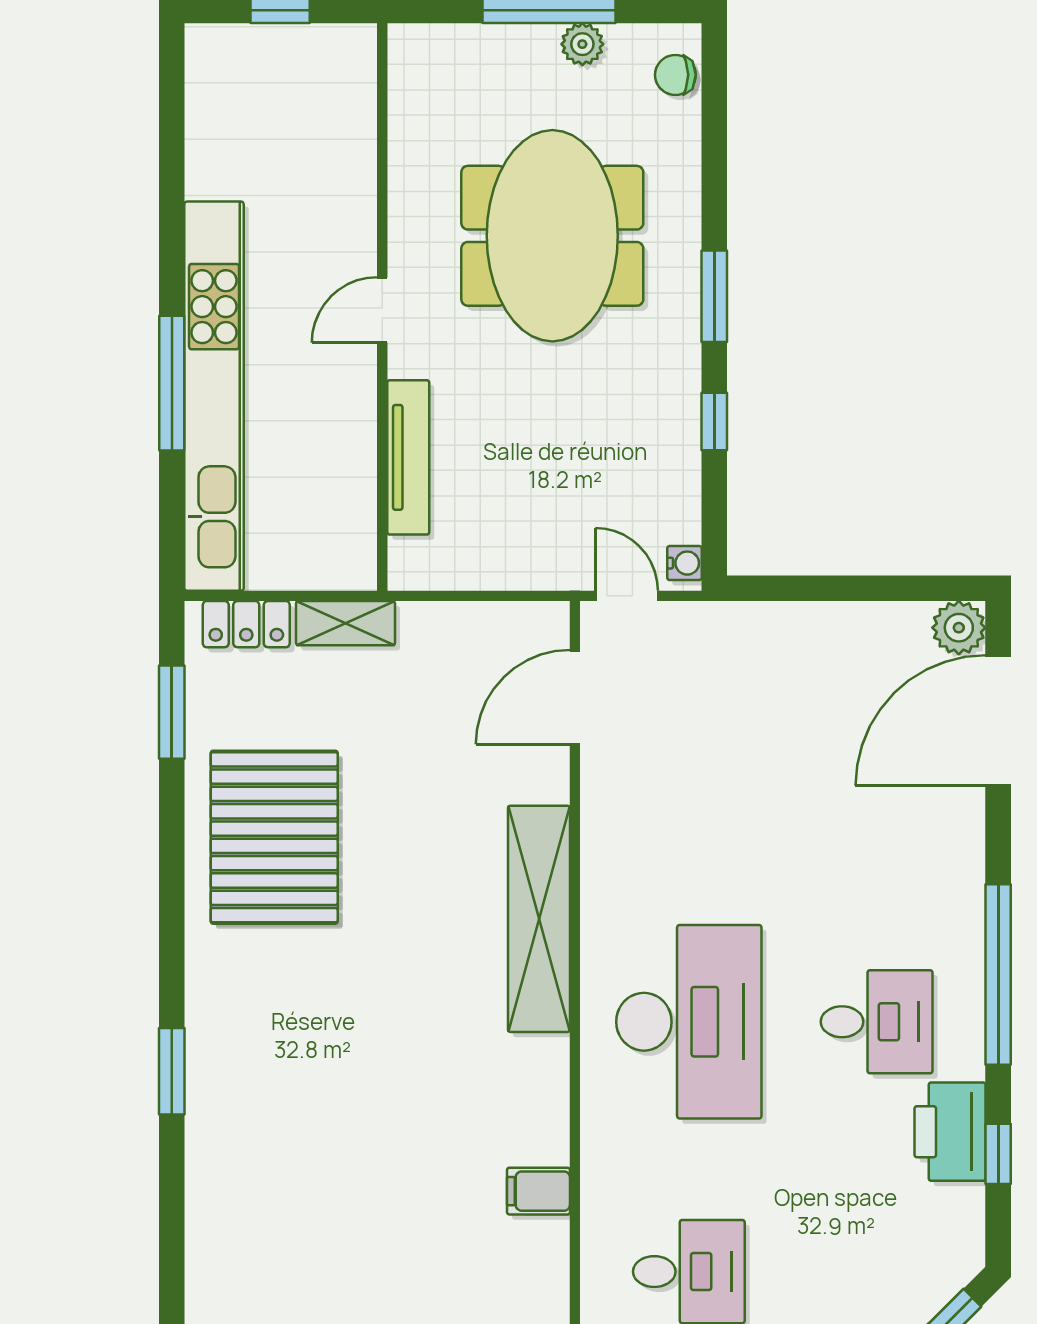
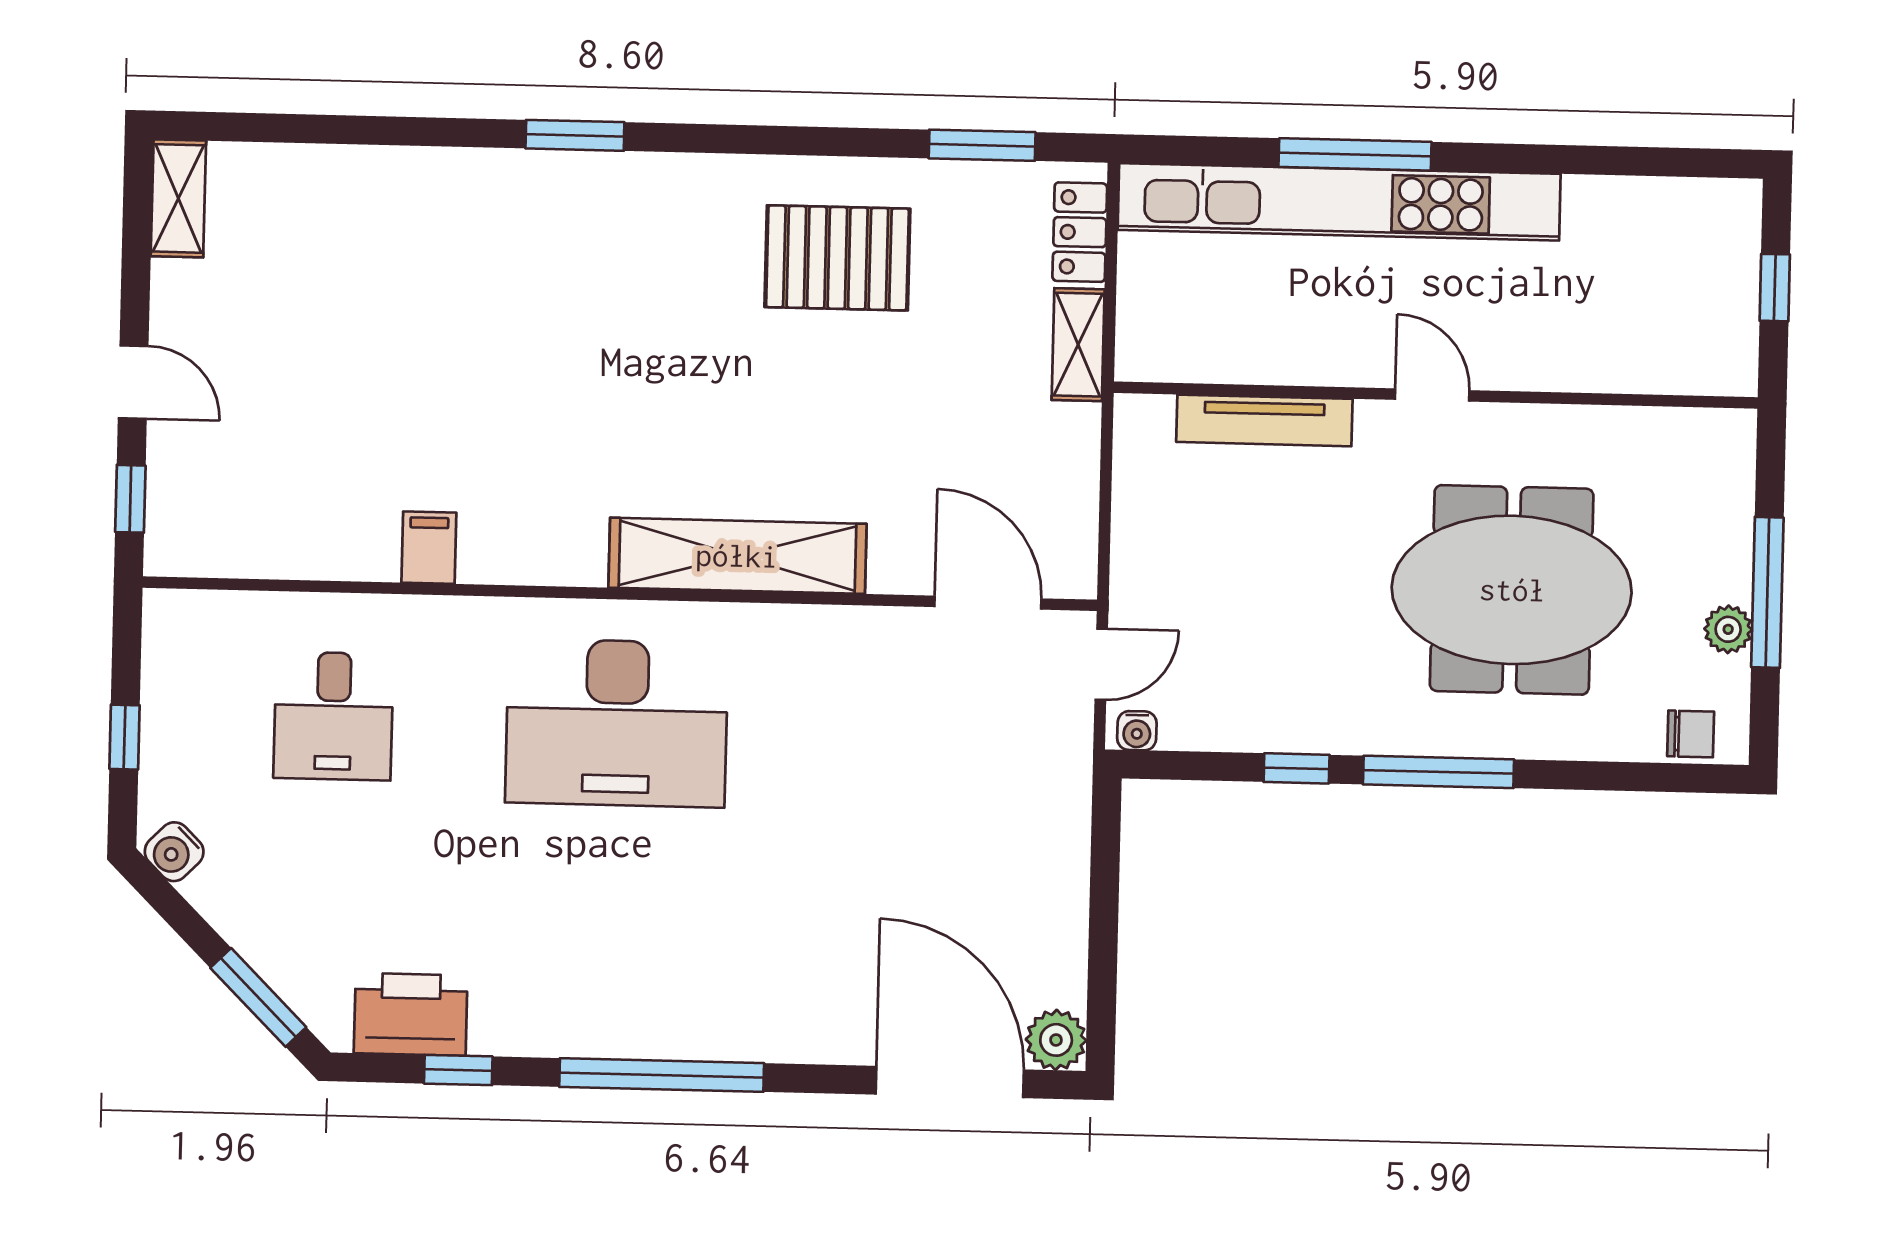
chair: (675, 75) -> (1691, 734), turned 90
window: (714, 296) -> (1439, 772), width x1.44
pallet: (274, 837) -> (837, 258), width x0.73, depth x0.71
desk: (877, 1022) -> (611, 936), removed
printer: (950, 1132) -> (411, 1014), moved

